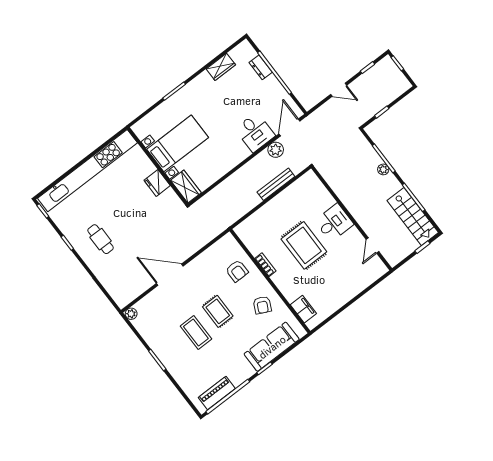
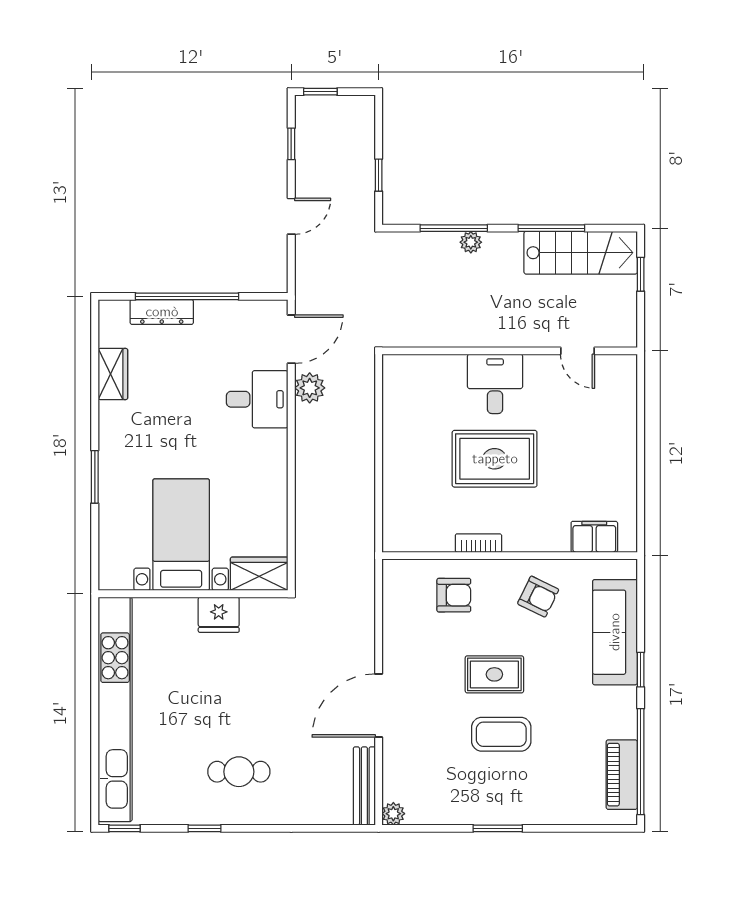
dresser: (261, 67) -> (162, 312), width x1.44
door: (289, 127) -> (291, 339), swing flipped
bench: (276, 184) -> (364, 786), moved

